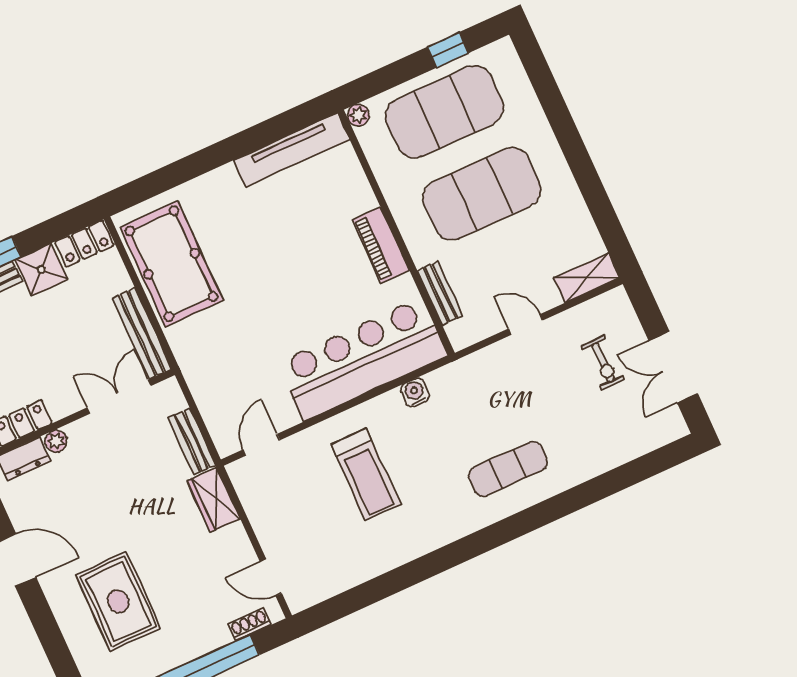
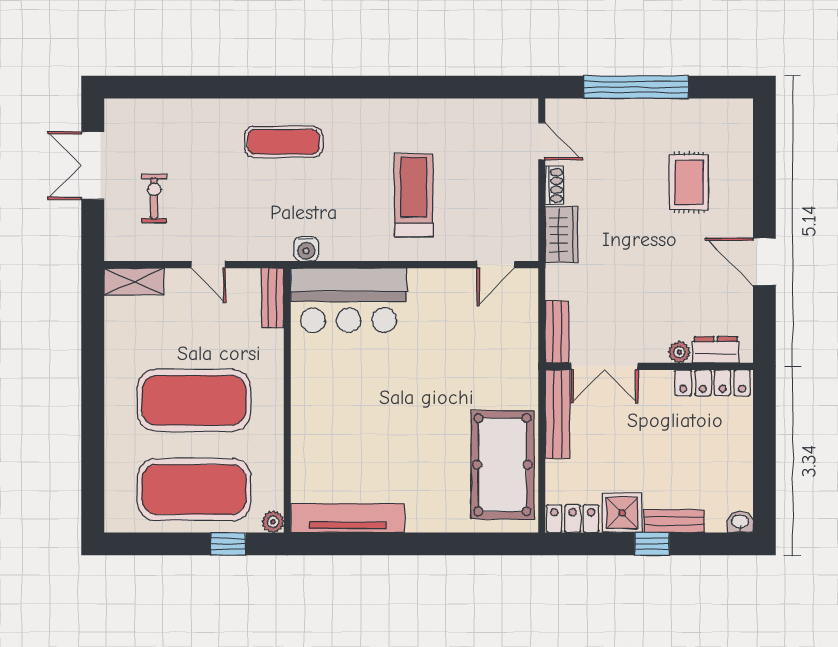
window: (448, 50) -> (228, 544), moved
piano: (381, 245) -> (306, 396), removed
bench: (440, 293) -> (272, 298), moved
bar counter: (362, 359) -> (349, 300), width x0.73
double door: (673, 367) -> (93, 166), swing flipped
water cooler: (415, 392) -> (306, 249), moved
bench: (192, 442) -> (557, 332), moved
rug: (118, 601) -> (689, 182), width x0.73, depth x0.70
shoe rack: (250, 624) -> (554, 185), moved, turned -90

